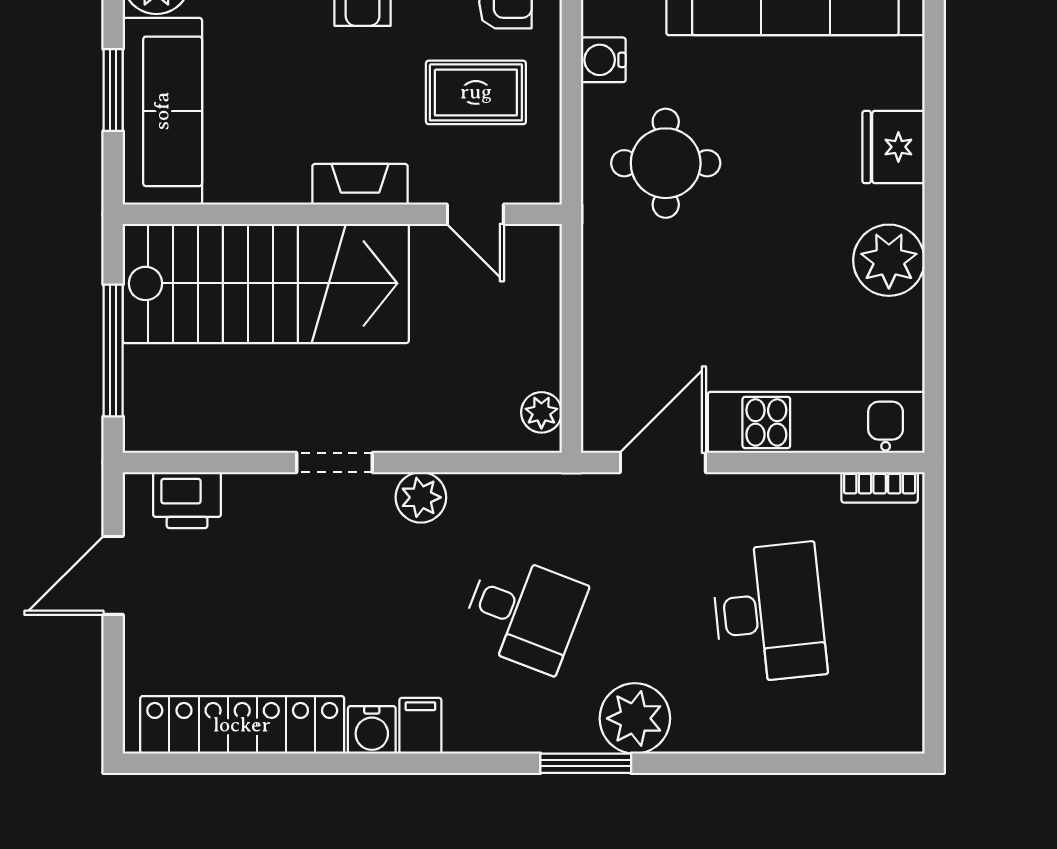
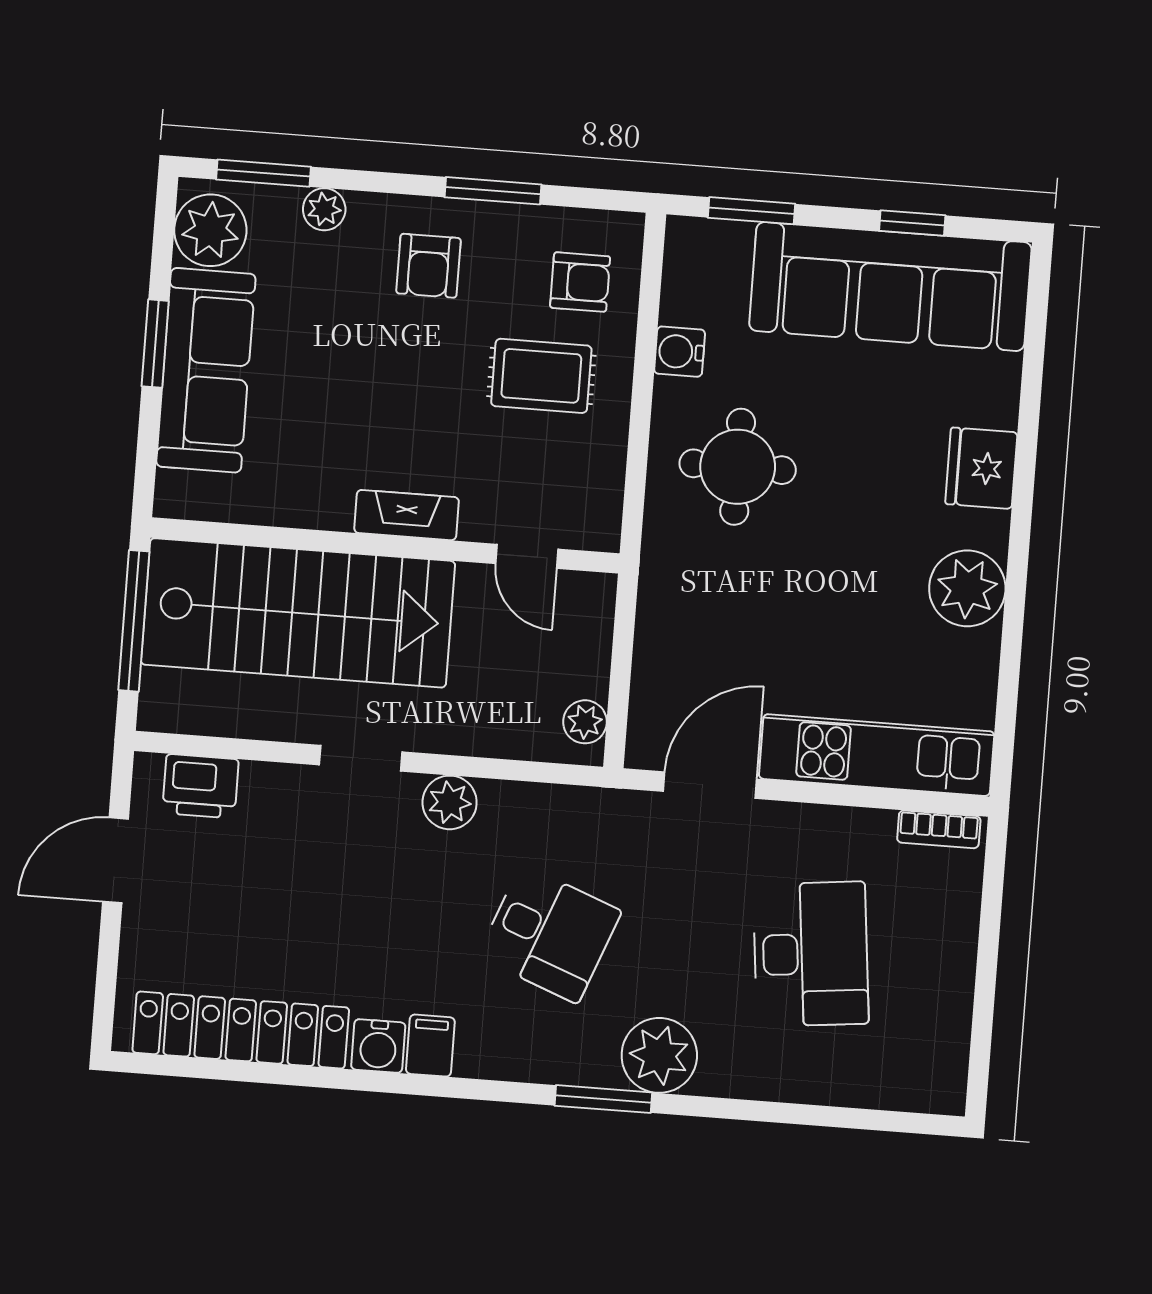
fireplace: (360, 184) -> (407, 515), moved
wall: (342, 214) -> (385, 545), moved
door: (475, 214) -> (527, 556), moved
stairs: (266, 283) -> (298, 613), moved

